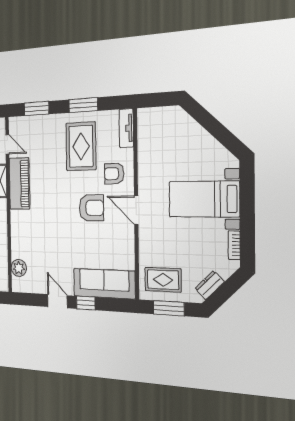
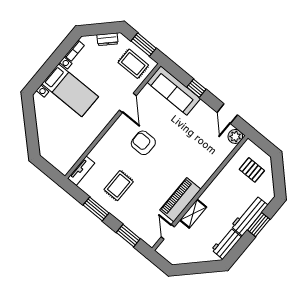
rug: (81, 146) -> (119, 186), width x0.73, depth x0.70
armchair: (114, 174) -> (111, 151), removed
door: (136, 210) -> (128, 103), moved
plant: (19, 268) -> (235, 136), moved
door: (57, 301) -> (227, 114), moved

